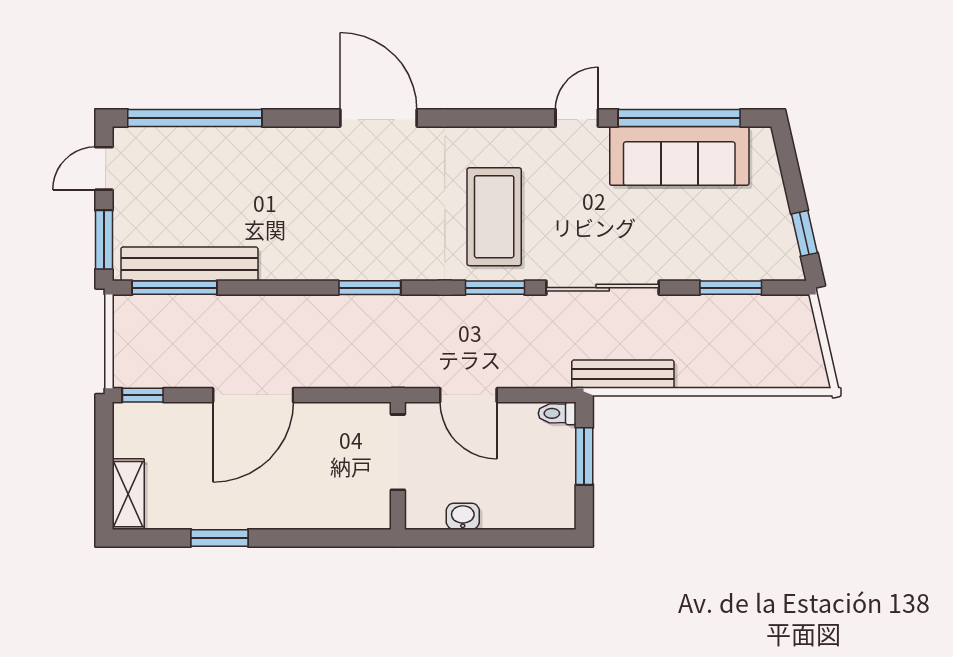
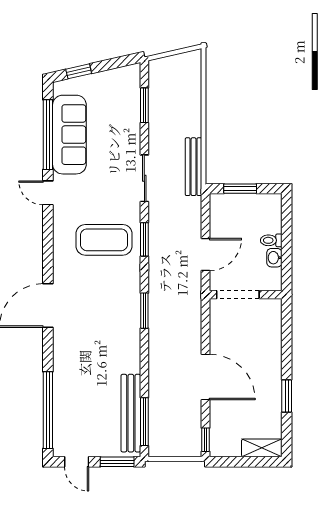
window: (804, 233) -> (79, 71), moved
sliding door: (603, 288) -> (144, 178), width x0.73
toilet: (557, 413) -> (271, 240), moved, turned 90

